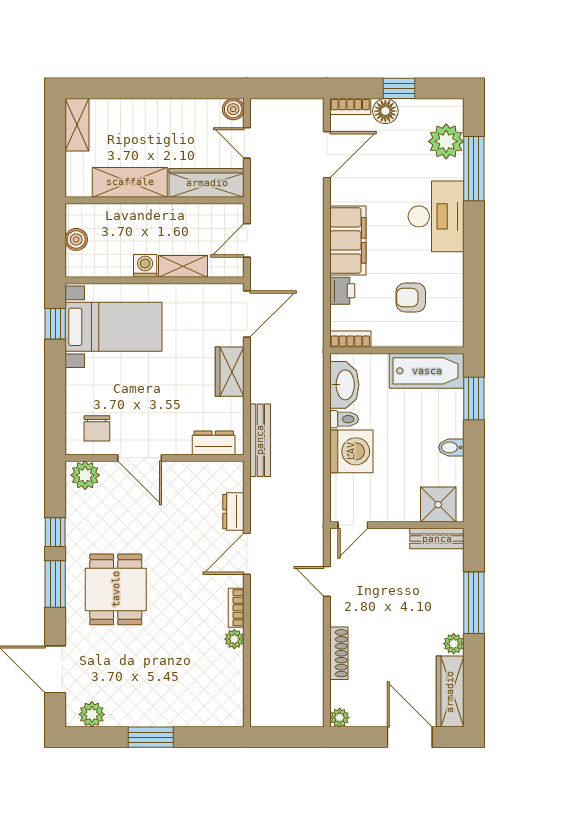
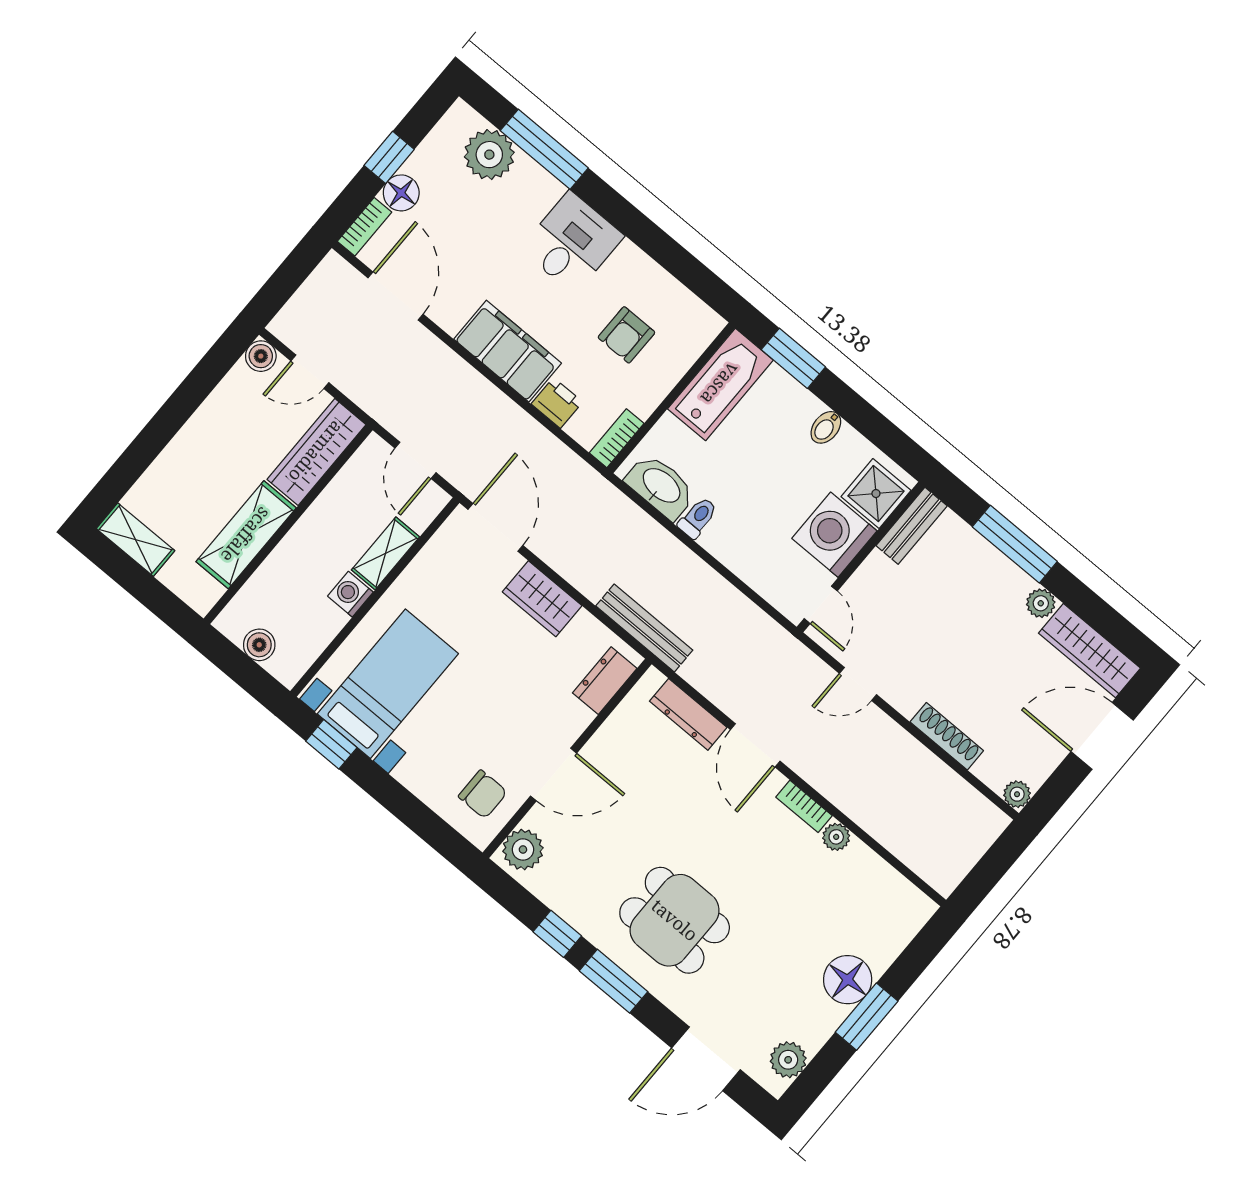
desk: (436, 216) -> (572, 242), width x0.73
washing machine: (351, 451) -> (834, 535), moved, turned -90
dresser: (233, 512) -> (688, 714), width x1.44
floor lamp: (162, 710) -> (848, 980), added

